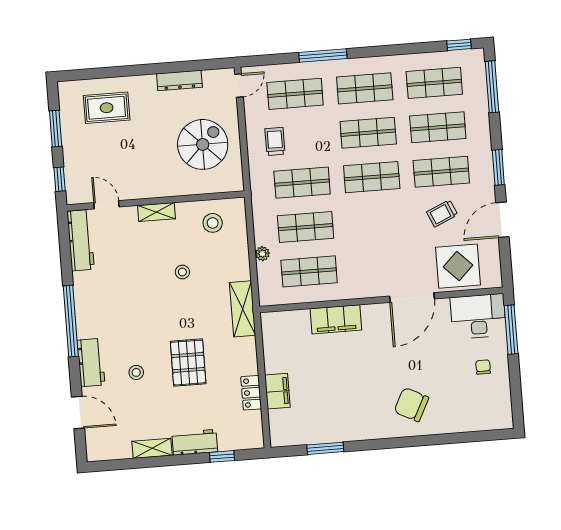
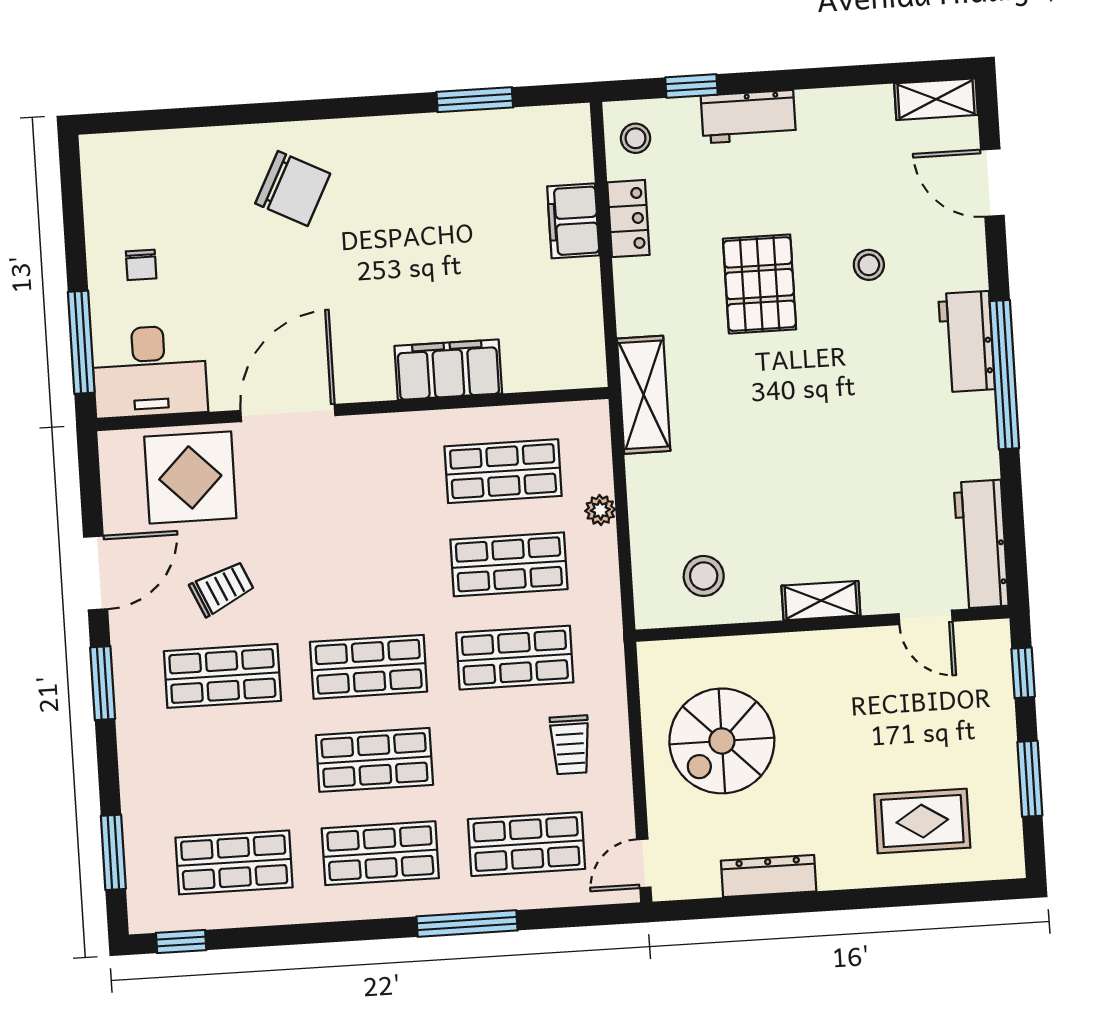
window: (492, 87) -> (113, 852), width x0.69
shop shelf: (438, 127) -> (228, 769), removed
stool: (182, 272) -> (636, 138), moved
workbench: (91, 363) -> (967, 342), moved
shelving: (152, 448) -> (936, 99), moved

